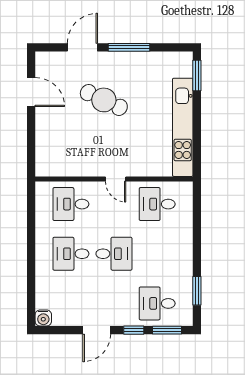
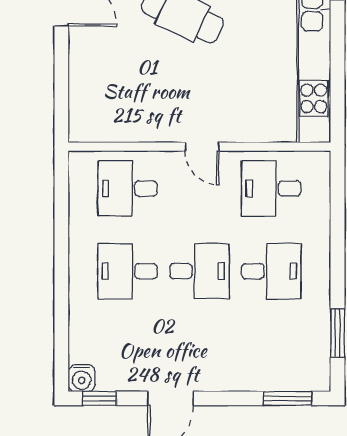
desk: (157, 303) -> (271, 271), moved, turned 180
window: (134, 330) -> (100, 398), moved

